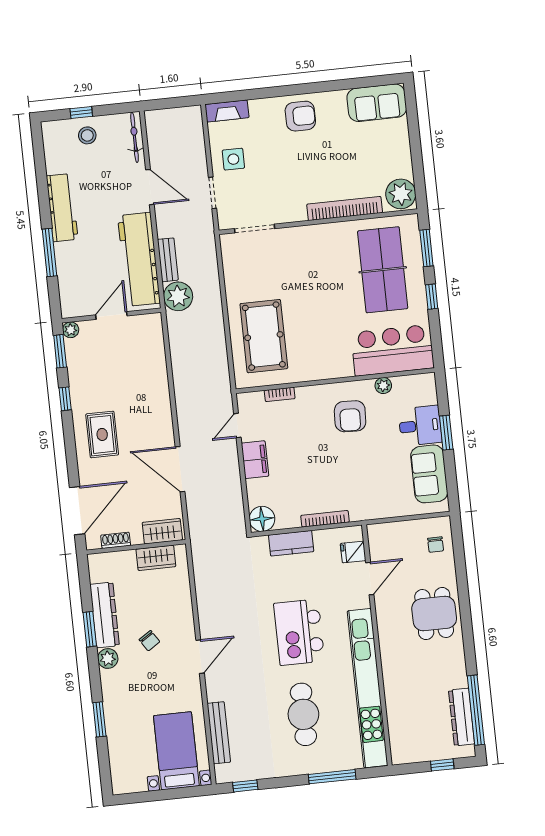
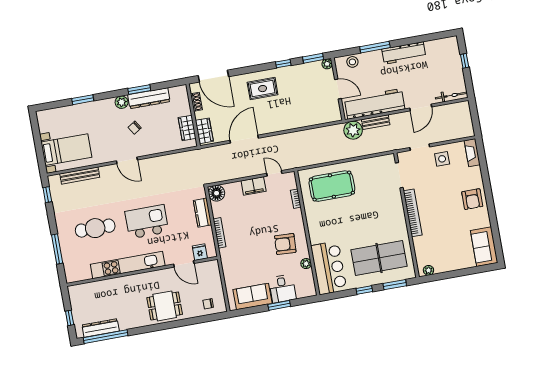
stool: (87, 135) -> (352, 62), moved
plant: (401, 194) -> (428, 270), width x0.53, depth x0.53
bookcase: (345, 208) -> (413, 213), moved
kitchen unit: (368, 688) -> (128, 265), width x0.73

